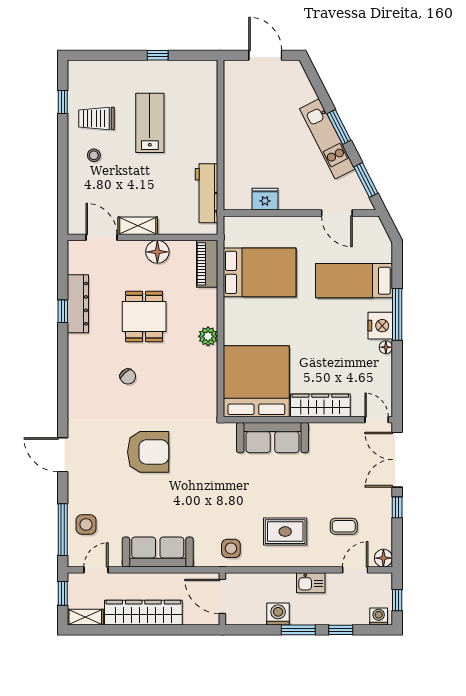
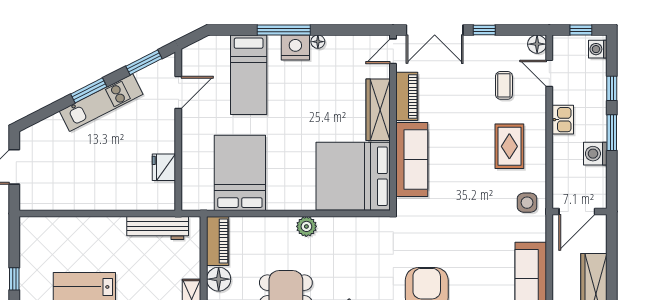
piano: (207, 264) -> (218, 241), moved, turned -90
piano: (333, 433) -> (407, 96), added

